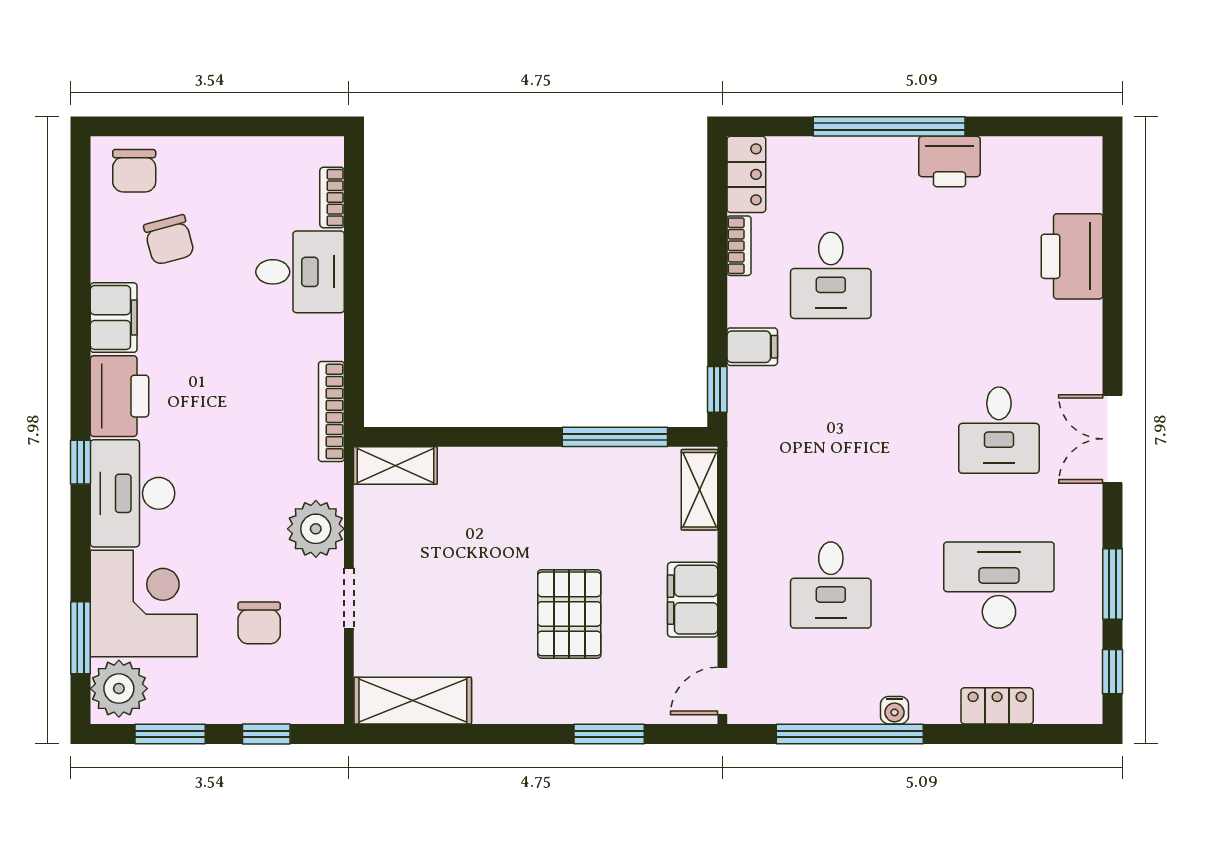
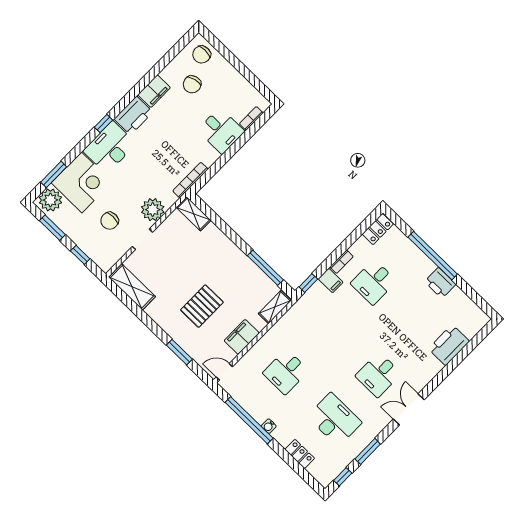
bookcase: (739, 246) -> (342, 262), moved

